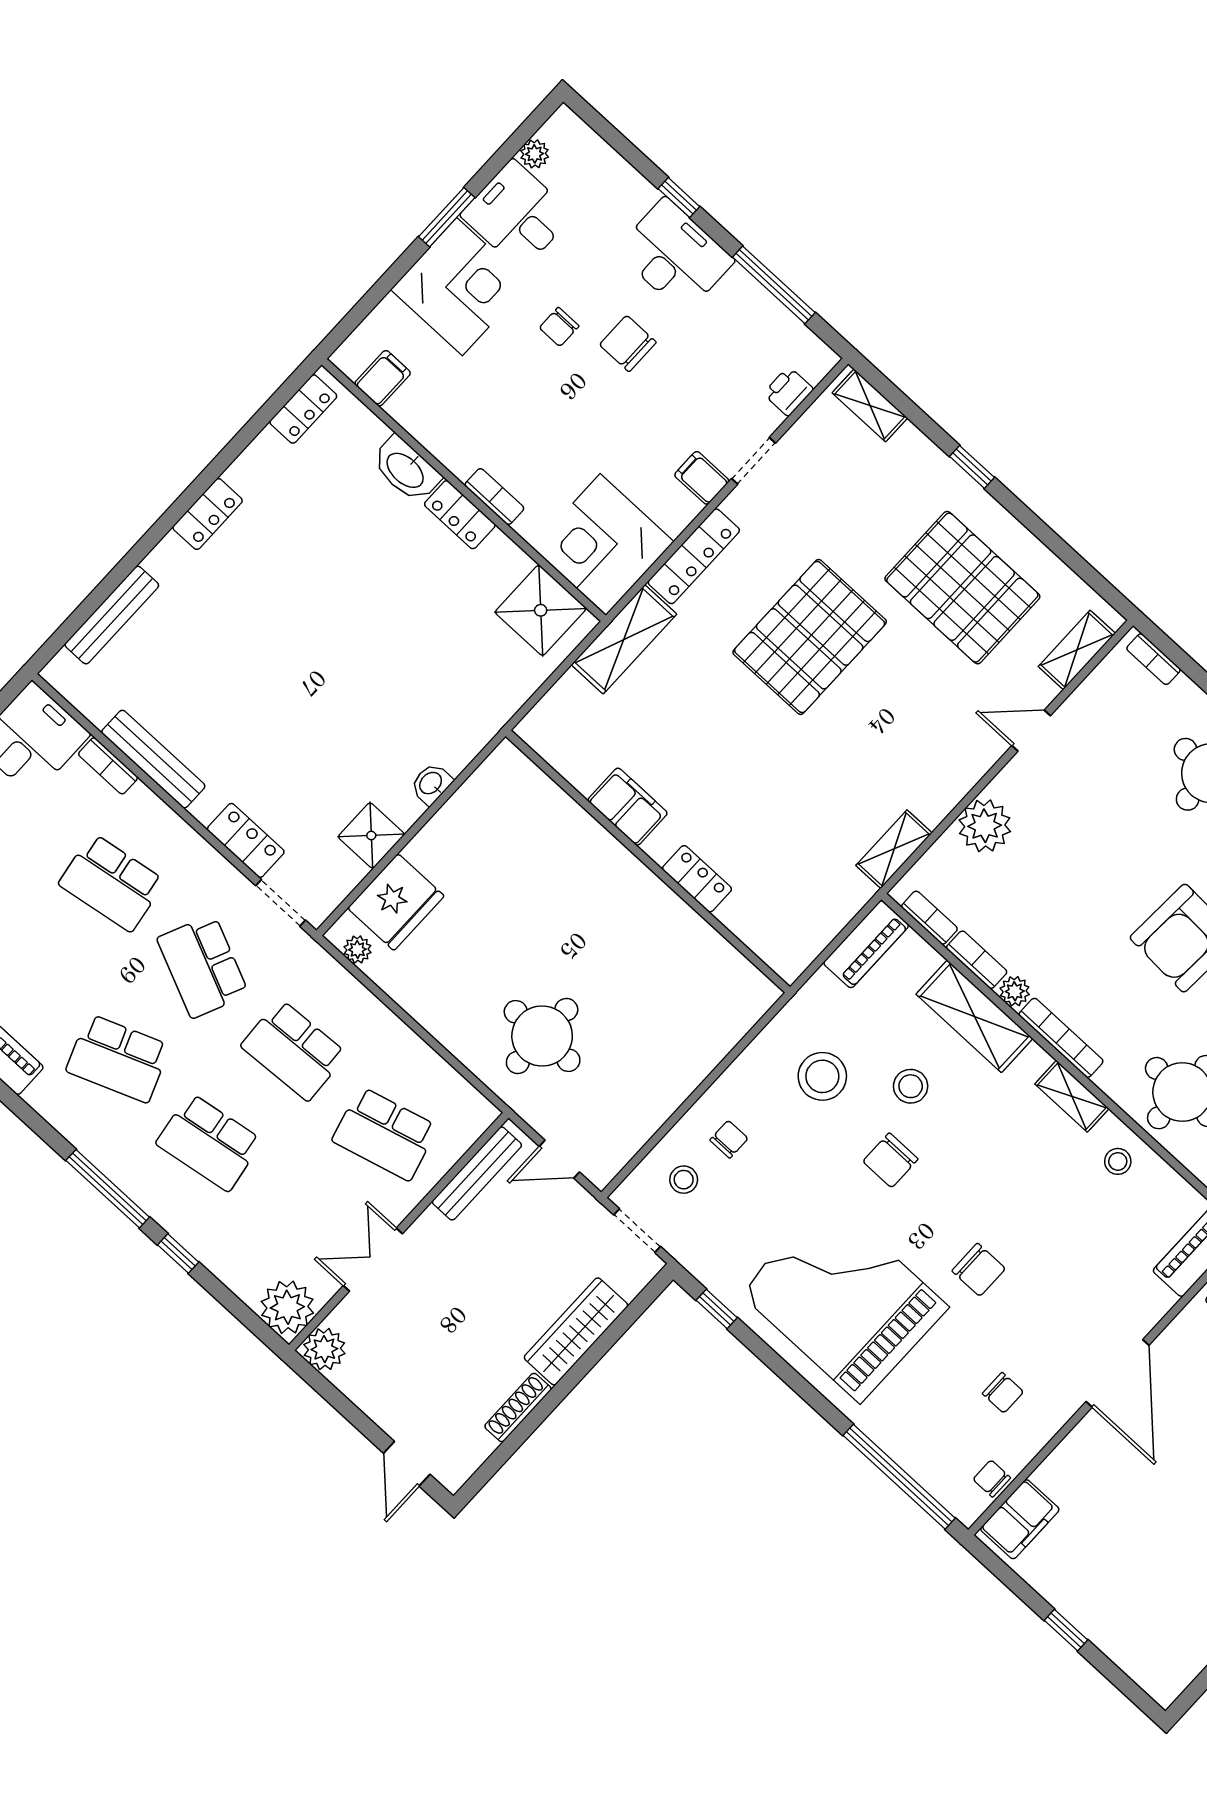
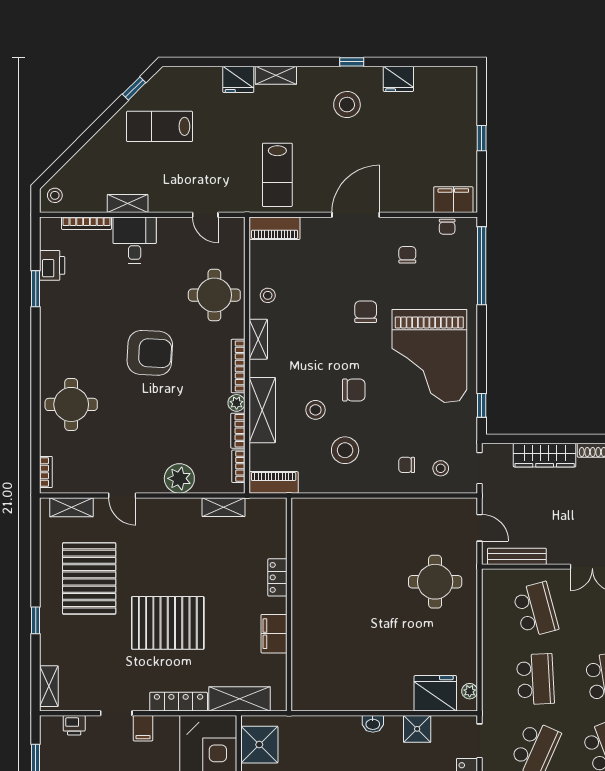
filing cabinet: (628, 807) -> (274, 634), moved
wall: (648, 862) -> (289, 604), moved
locker: (697, 879) -> (277, 577), moved

